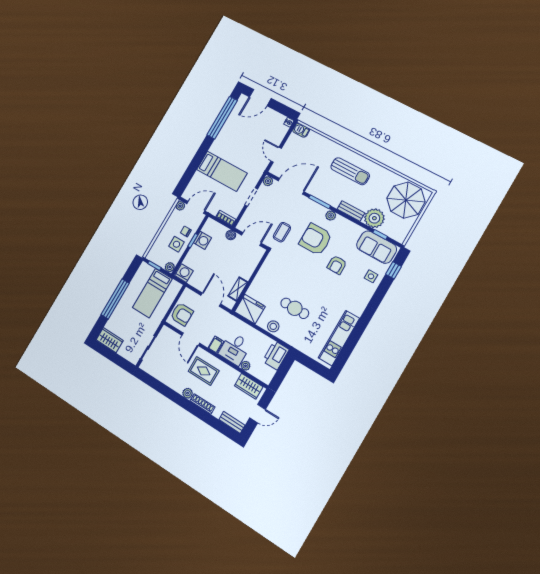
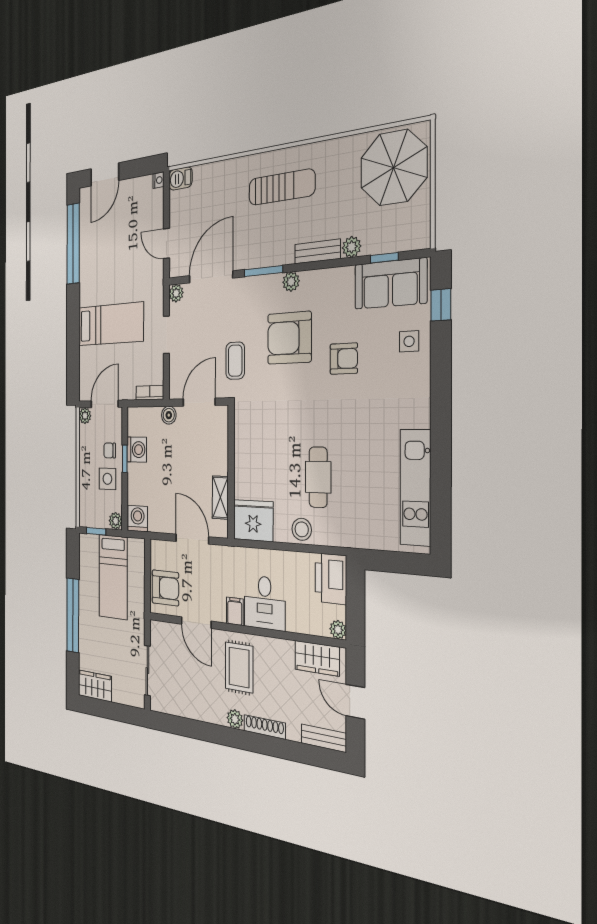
plant: (374, 218) -> (352, 247), width x0.53, depth x0.53
armchair: (337, 265) -> (344, 359), turned -90
cafe table: (295, 308) -> (318, 477), turned 90
plant: (246, 366) -> (338, 630), moved
rug: (204, 371) -> (239, 667), turned 90
door: (258, 414) -> (355, 702), swing flipped

